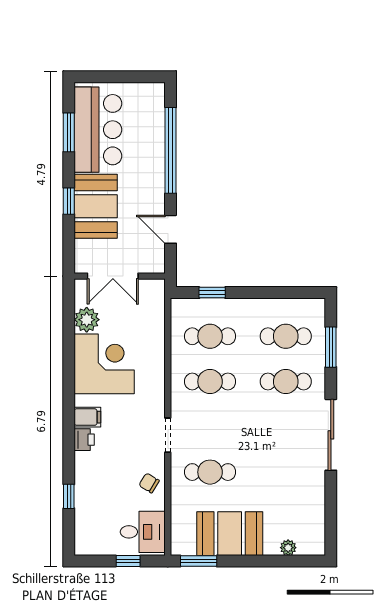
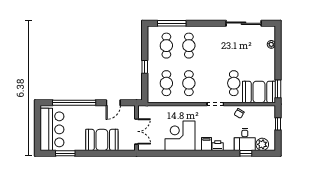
bar counter: (98, 130) -> (52, 129), moved, turned 90
window: (69, 201) -> (99, 153), removed
window: (212, 293) -> (145, 67), moved
plant: (87, 320) -> (262, 144), moved
window: (331, 347) -> (172, 23), width x1.44
sliding door: (331, 435) -> (244, 23), moved
desk: (143, 532) -> (245, 139), moved, turned 180
booth: (230, 534) -> (259, 92), moved, turned 90

